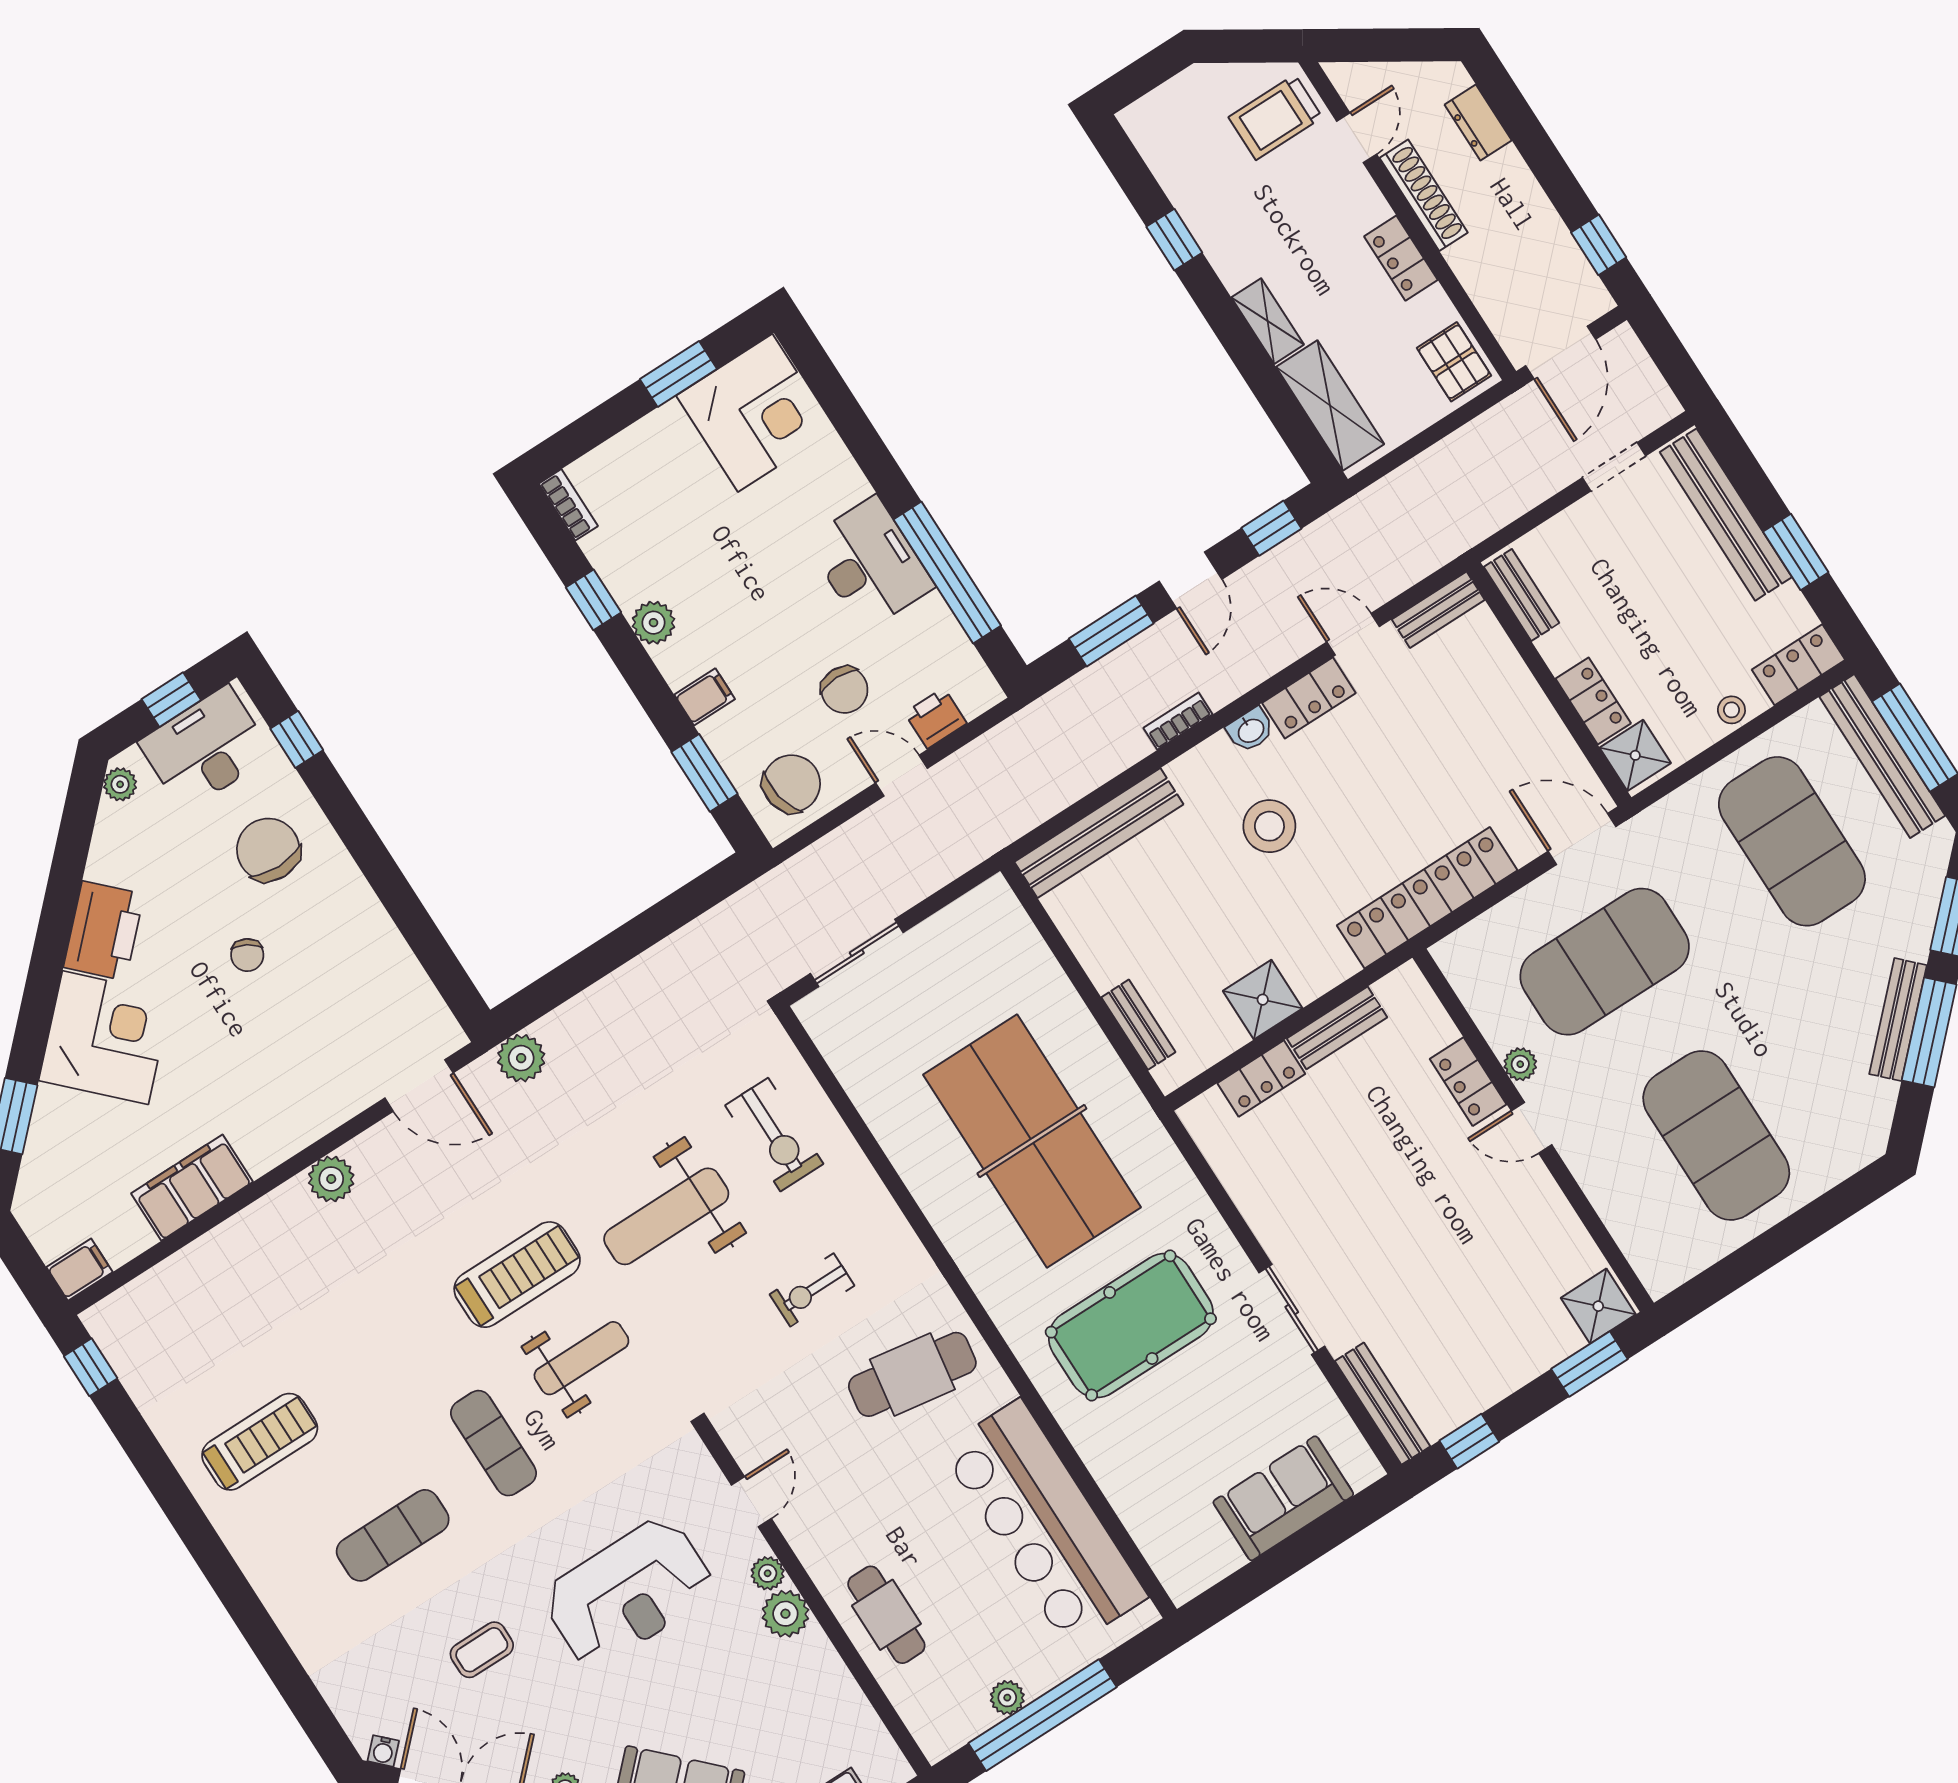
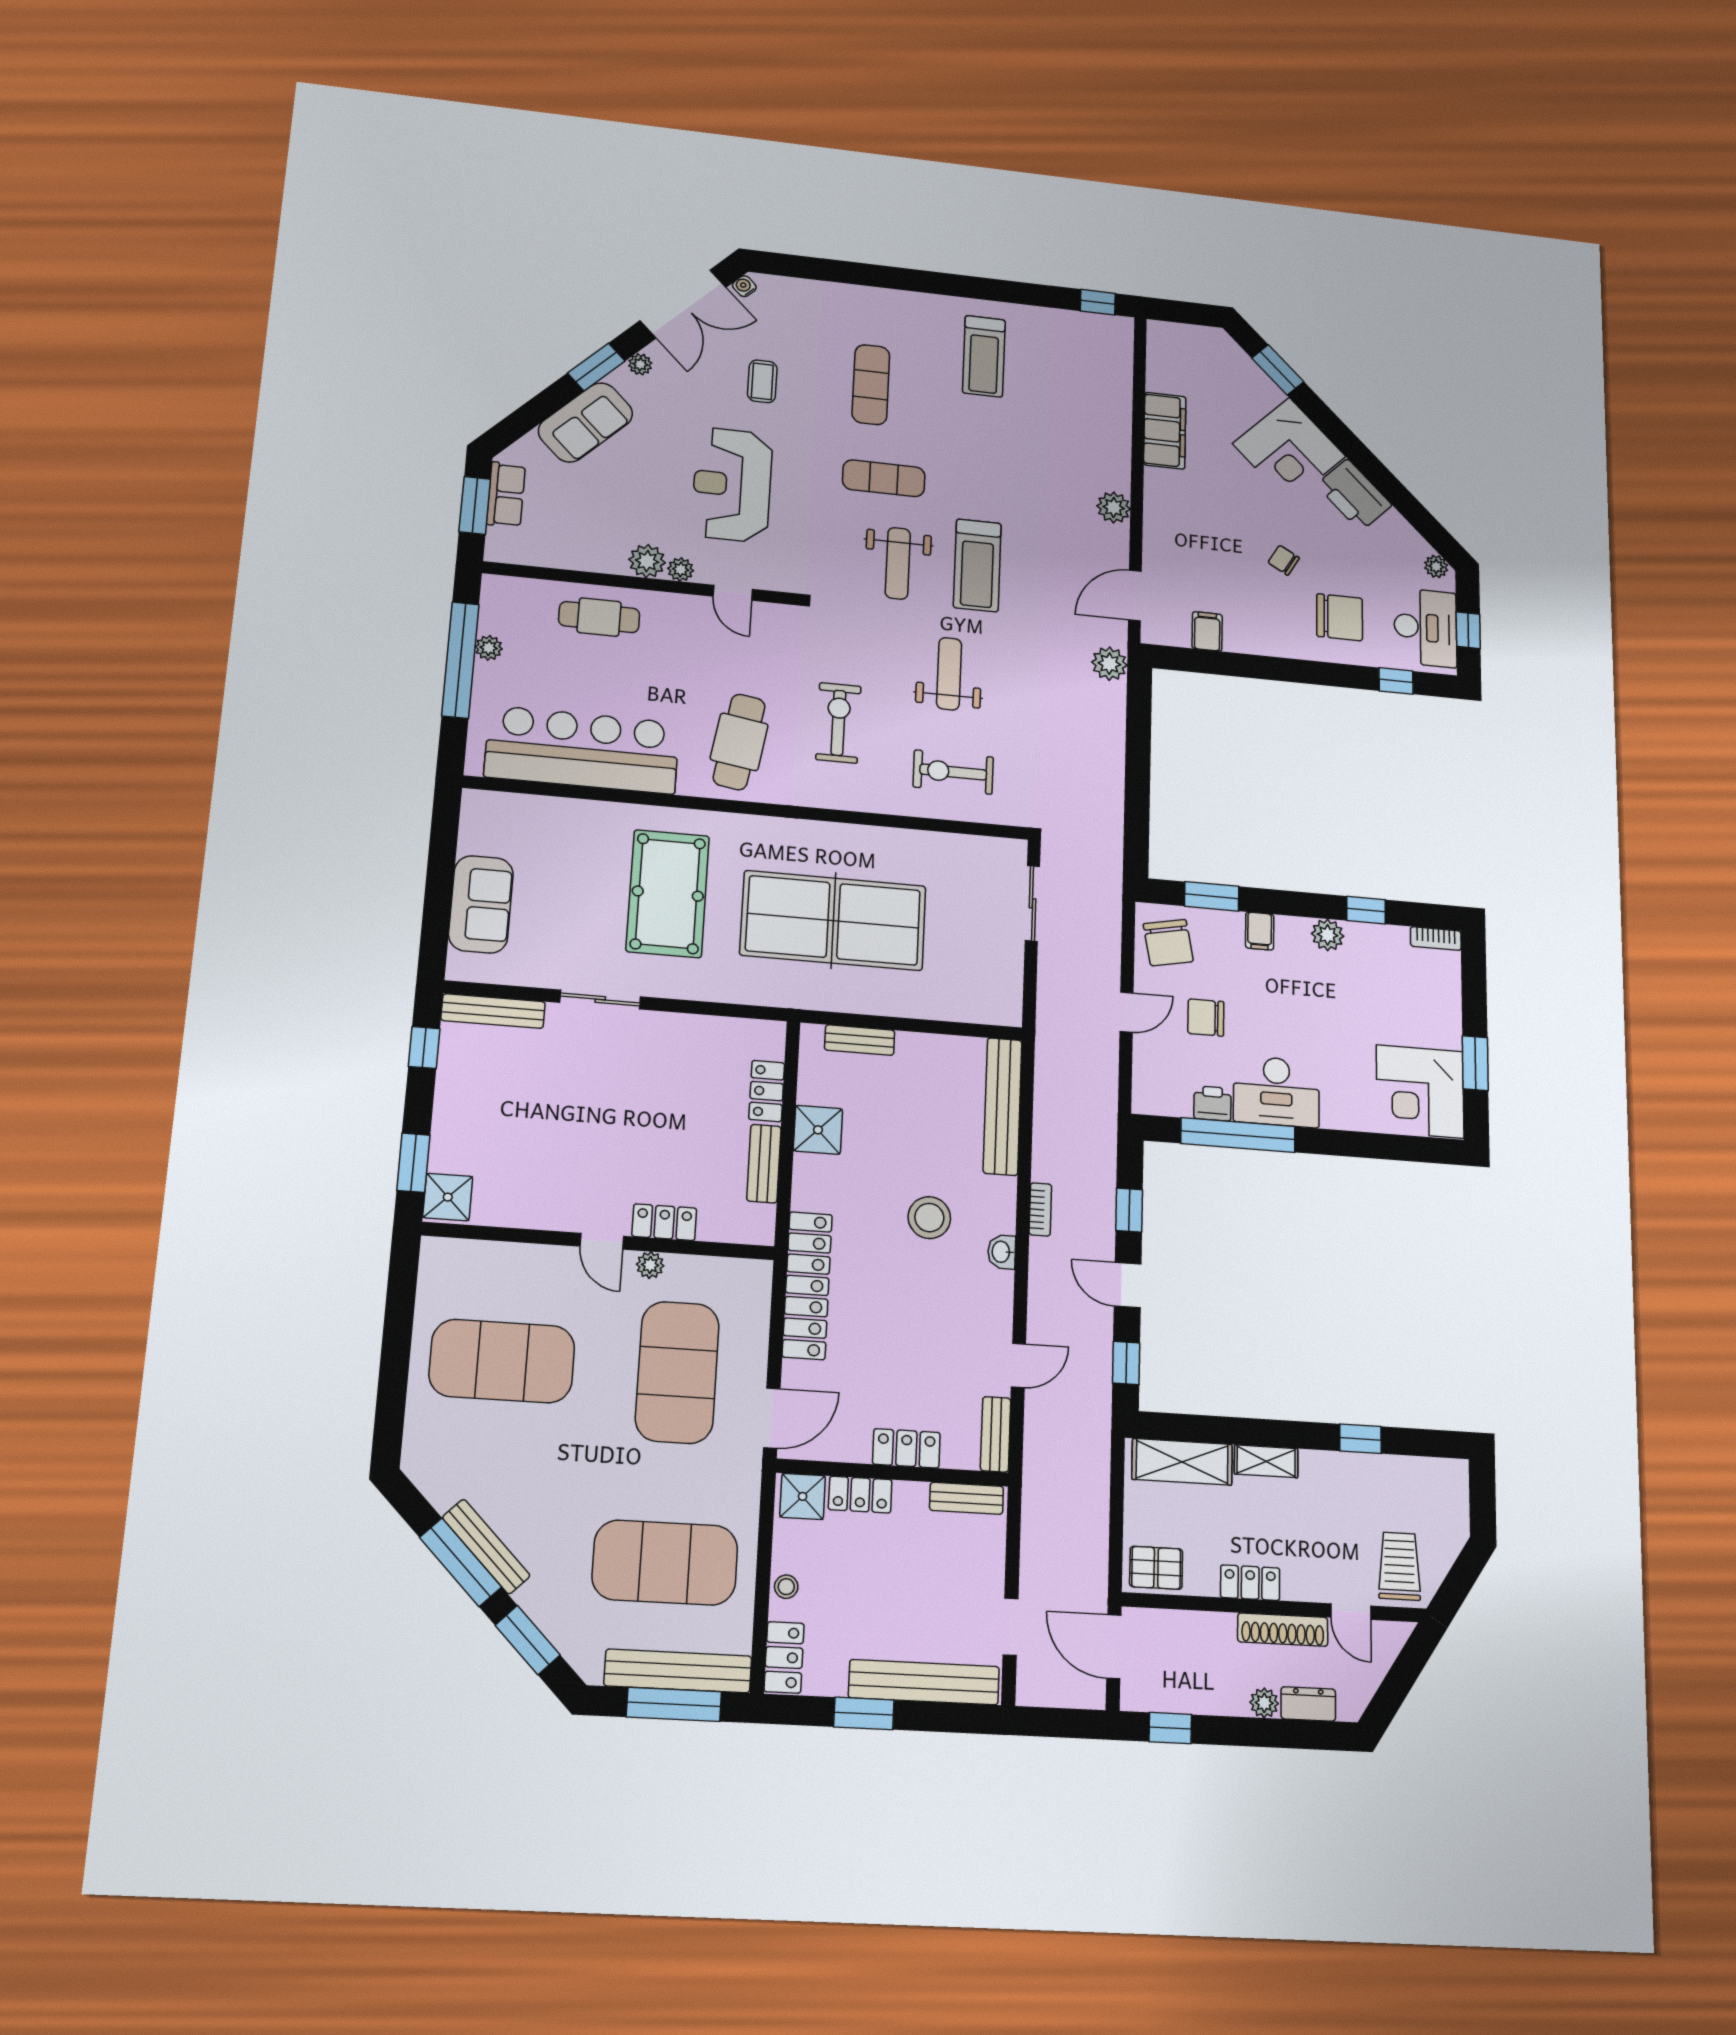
plant: (1508, 167) -> (1264, 1703), added
window: (1111, 631) -> (1129, 1210), width x0.67
locker: (1309, 698) -> (906, 1448), moved, turned 90
printer: (936, 718) -> (1212, 1103), moved, turned -90
door: (1532, 1128) -> (602, 1241), swing flipped
weight bench: (666, 1216) -> (949, 674), width x0.73, depth x0.75
filing cabinet: (79, 1270) -> (1207, 631), moved, turned 180
exercise bike: (812, 1290) -> (838, 723), width x1.38, depth x1.39

